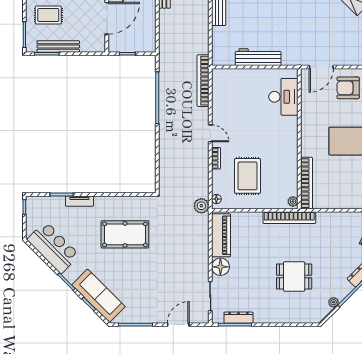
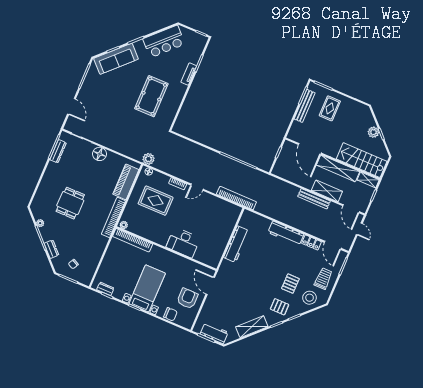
desk: (283, 97) -> (183, 243), moved
piano: (221, 235) -> (126, 182), moved, turned 90

